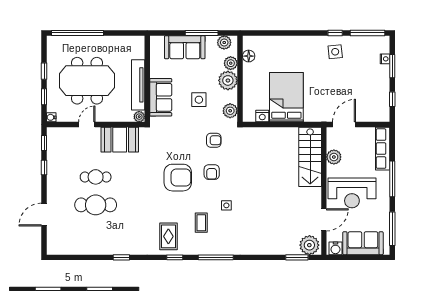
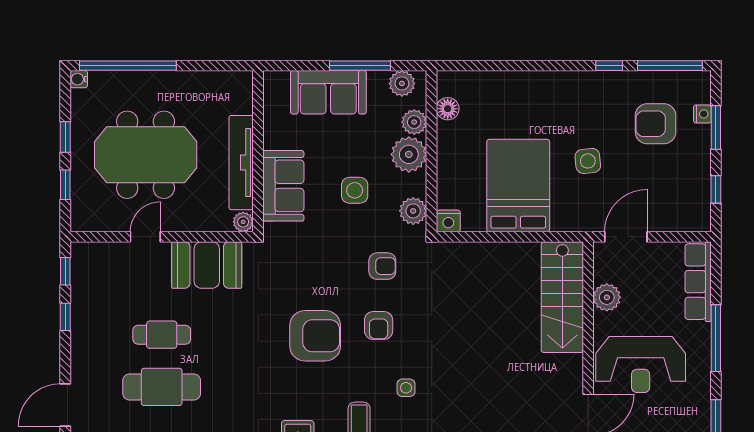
side table: (335, 52) -> (588, 161), moved
armchair: (360, 64) -> (655, 124), added
nightstand: (262, 116) -> (448, 221), moved
water cooler: (51, 117) -> (79, 79), moved

